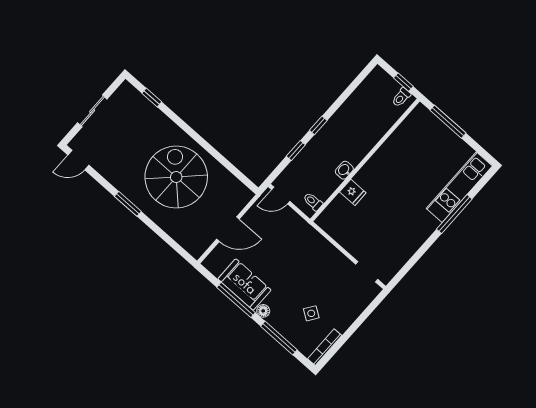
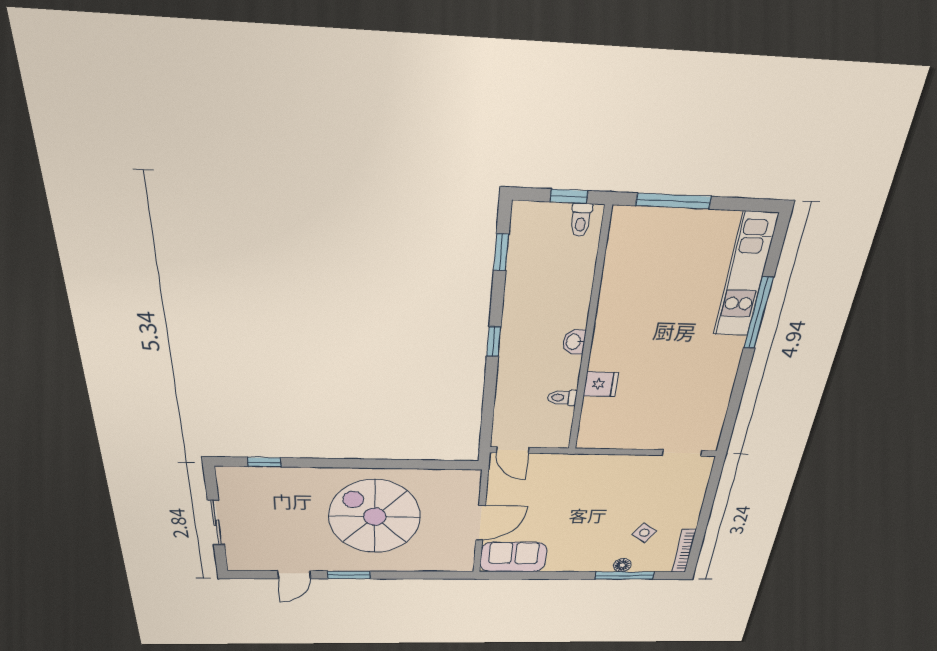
window: (296, 151) -> (501, 252), moved
door: (78, 160) -> (294, 575), moved
washbasin: (344, 170) -> (574, 342), moved
door: (281, 195) -> (513, 450), hinge flipped
toilet: (313, 202) -> (562, 398), moved
sofa: (244, 284) -> (513, 557), moved
window: (236, 300) -> (548, 575), removed
floor lamp: (263, 311) -> (622, 565), moved

